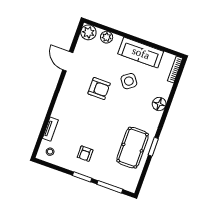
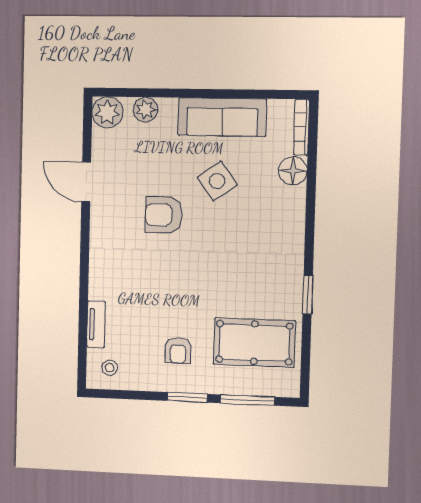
armchair: (99, 89) -> (164, 215), turned 180
floor lamp: (159, 104) -> (293, 171), moved
pool table: (133, 148) -> (254, 343), moved, turned 90

